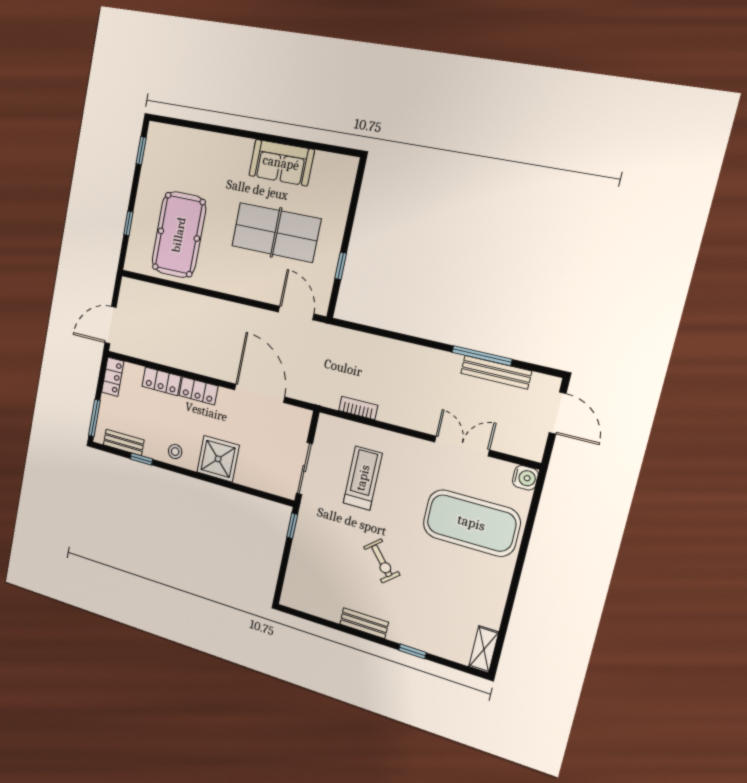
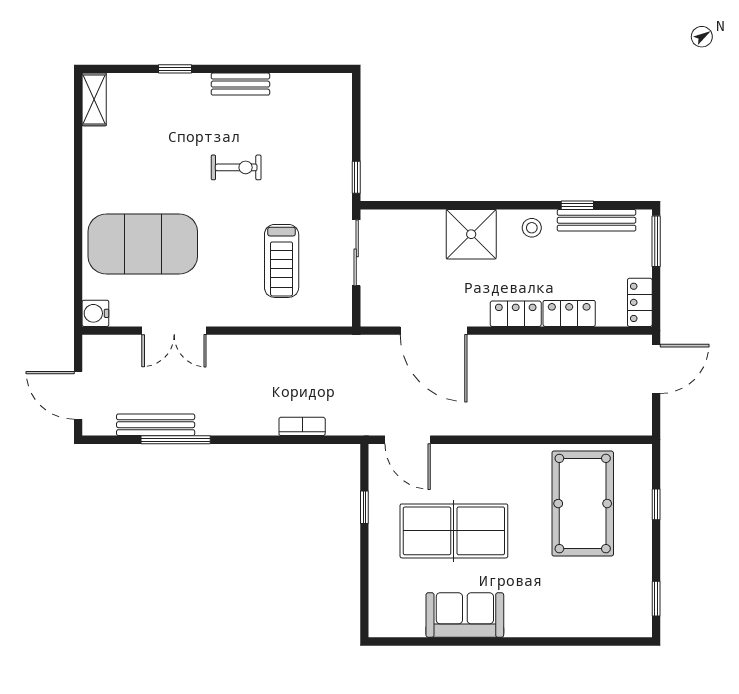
bookcase: (358, 408) -> (302, 426), moved, turned 180
bench: (124, 442) -> (597, 220), width x1.36
exercise bike: (382, 561) -> (236, 167), turned 131

